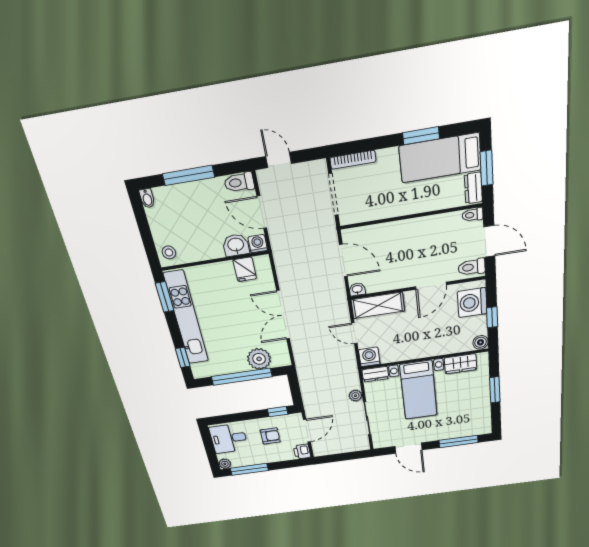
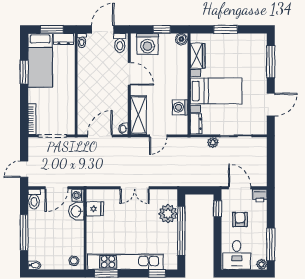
double door: (283, 315) -> (135, 188), width x0.73
washing machine: (369, 357) -> (180, 107), moved

